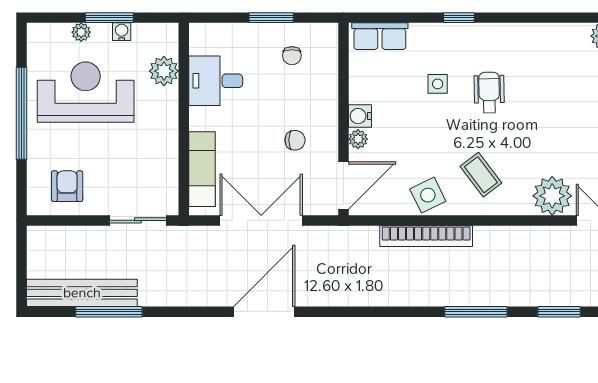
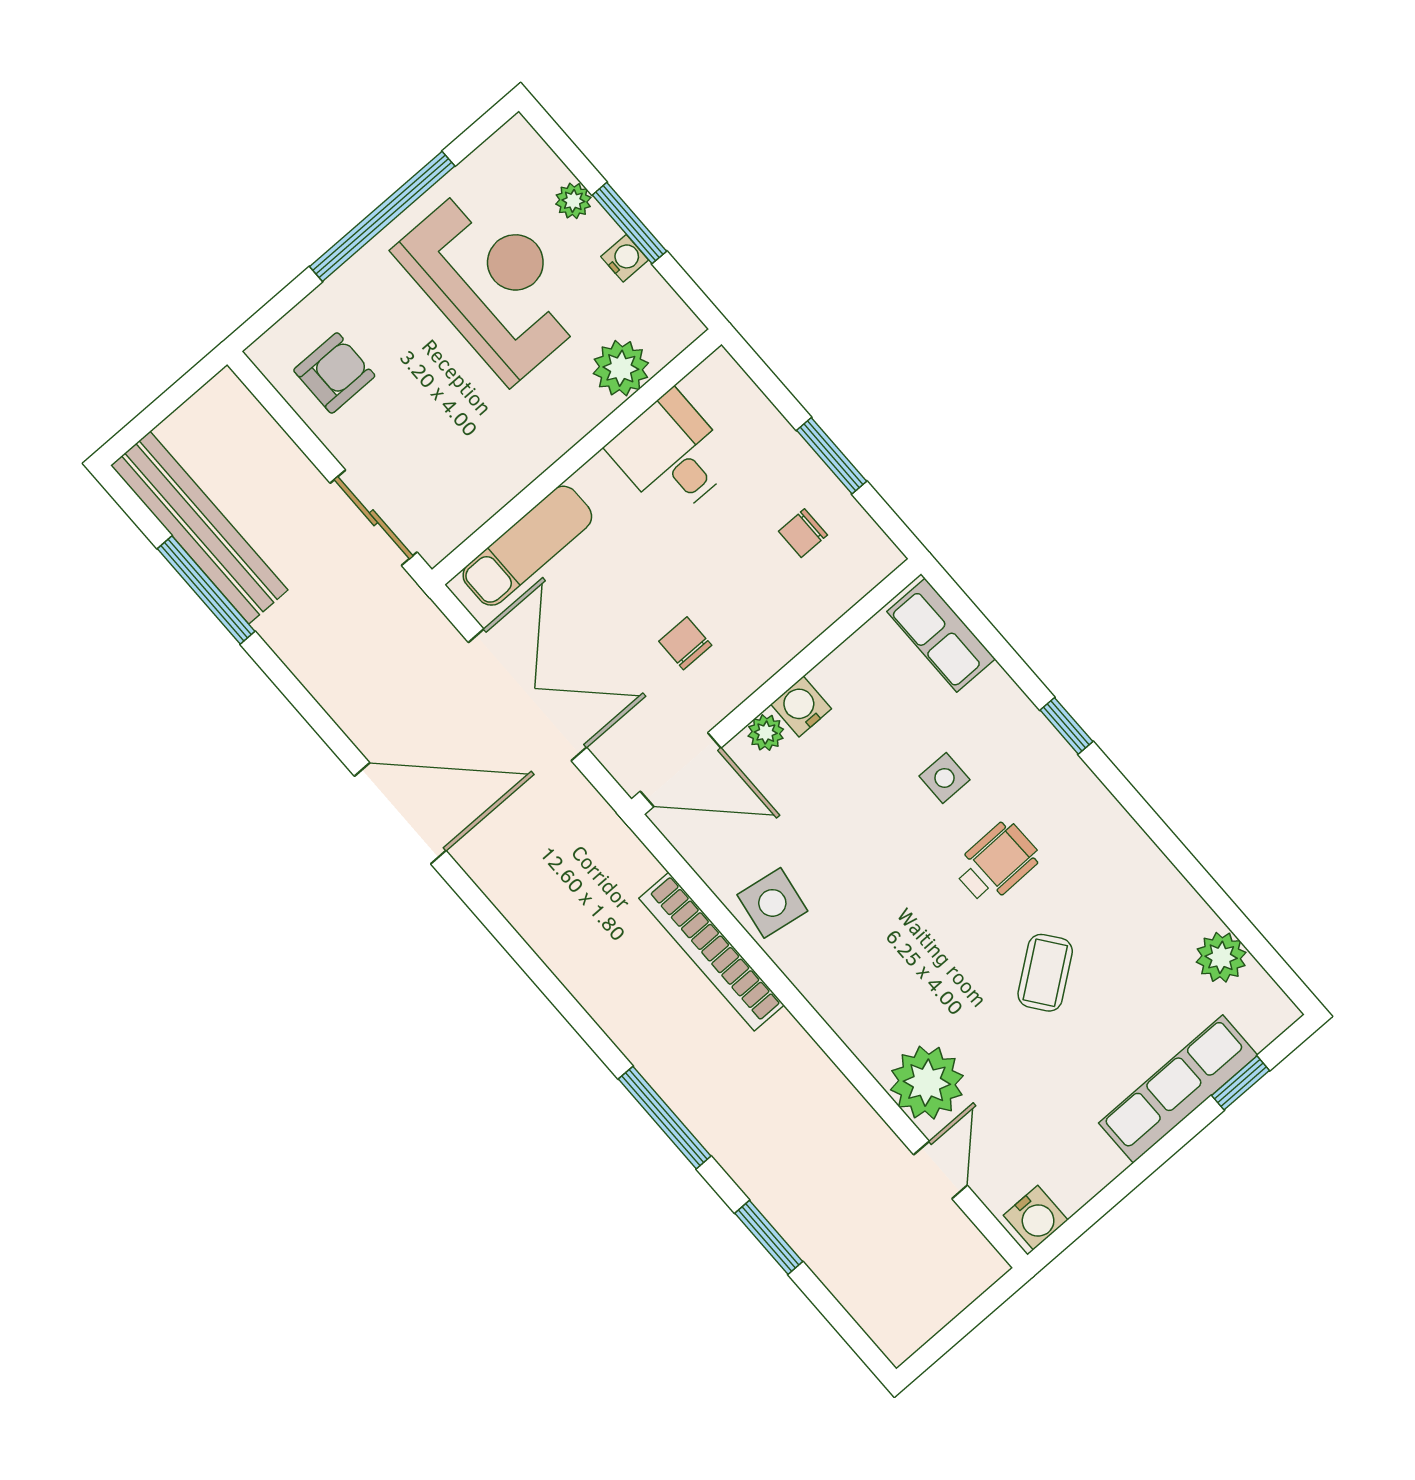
chair: (295, 140) -> (685, 643), turned 180
coffee table: (481, 175) -> (1045, 973), moved
side table: (428, 195) -> (772, 903), turned 35

